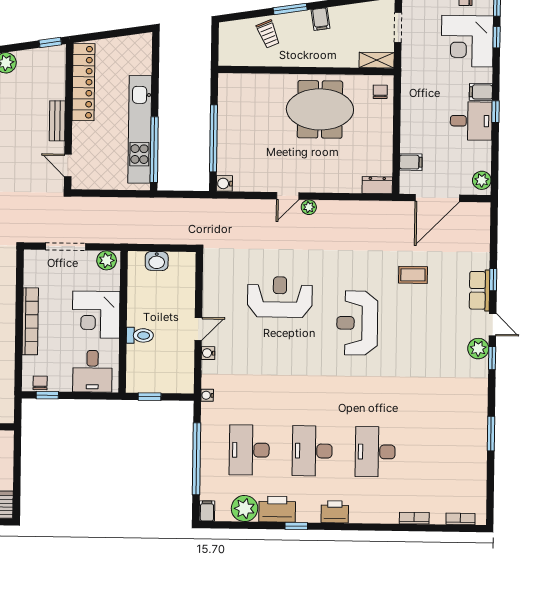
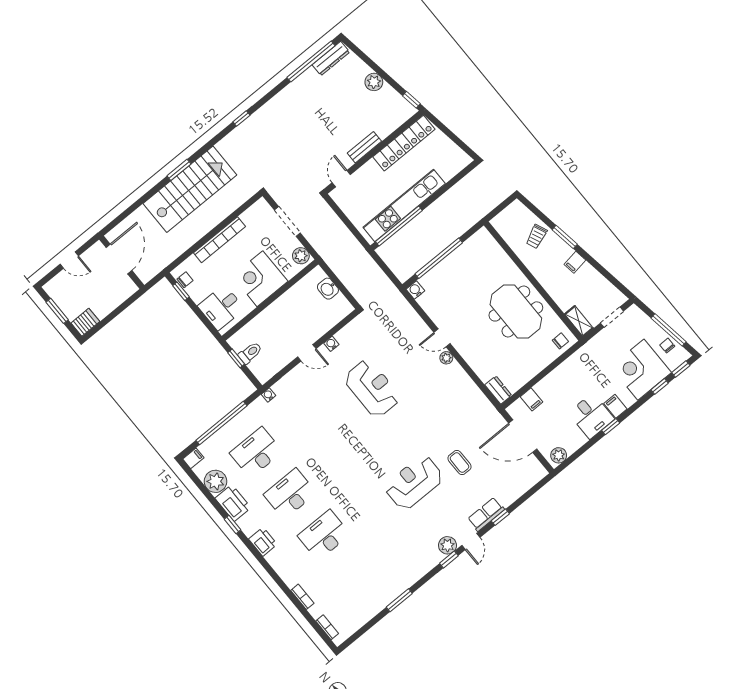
reception desk: (357, 323) -> (414, 483), moved
toilet: (140, 335) -> (250, 353), moved, turned -90
water cooler: (208, 353) -> (331, 344), moved

